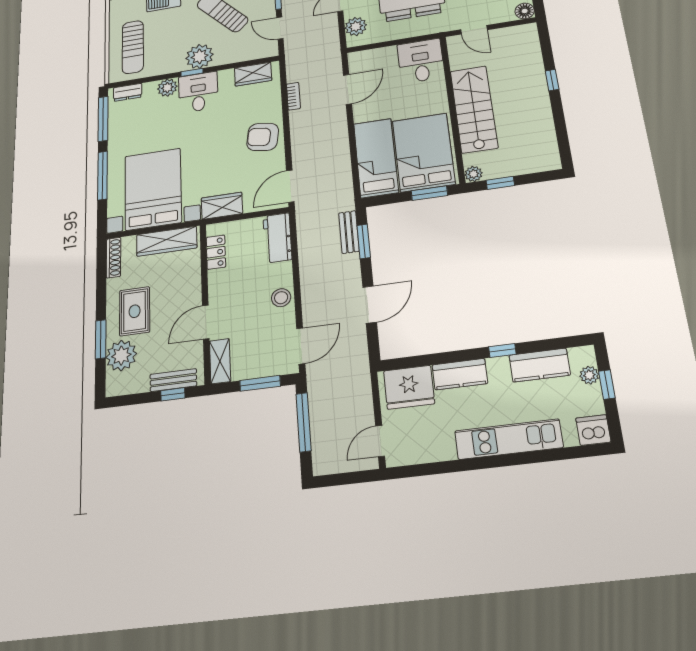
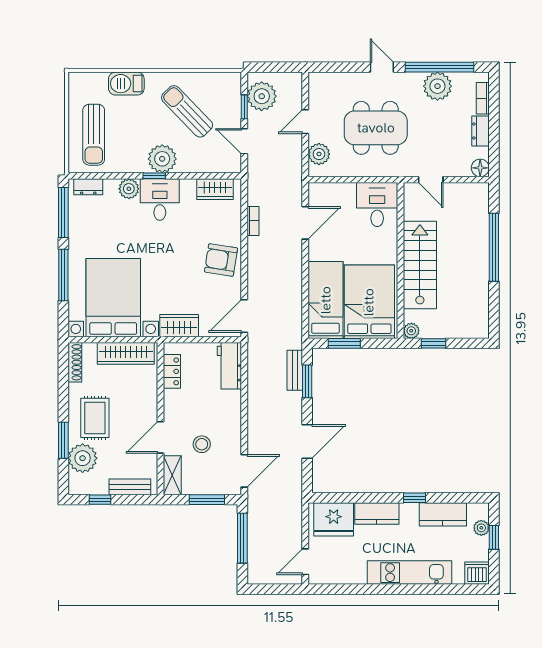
window: (552, 80) -> (494, 247), width x3.17
window: (429, 193) -> (344, 343), moved
stool: (281, 298) -> (202, 444), moved
window: (173, 394) -> (100, 500), moved

